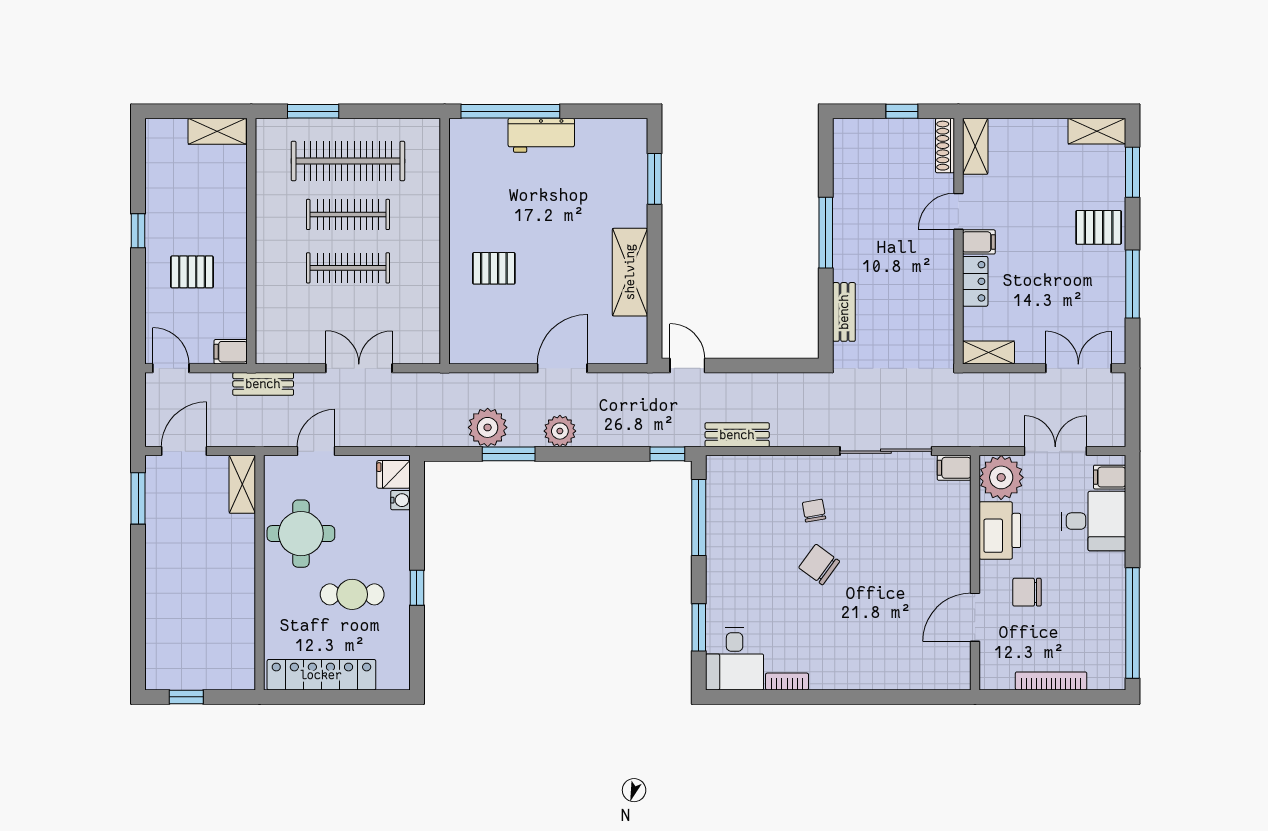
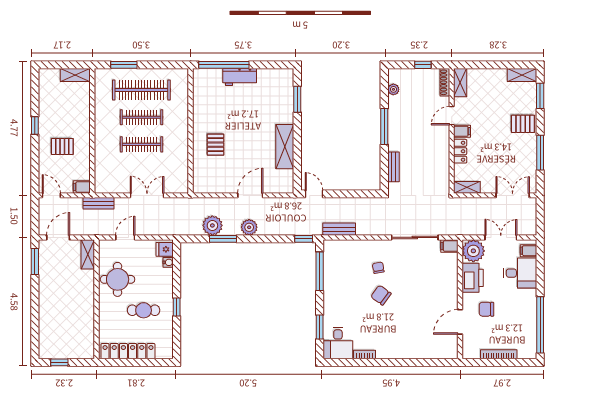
plant: (844, 160) -> (393, 89), added
pallet: (494, 268) -> (216, 145), turned 90

